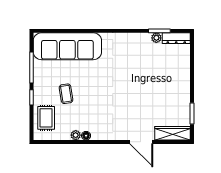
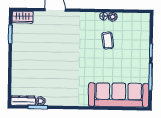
coffee table: (66, 94) -> (108, 41), moved
rug: (46, 118) -> (138, 32), removed
wardrobe: (172, 133) -> (23, 17), width x0.67

